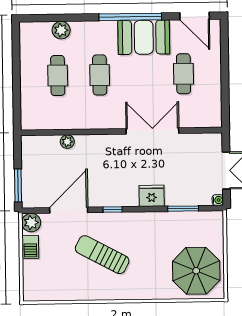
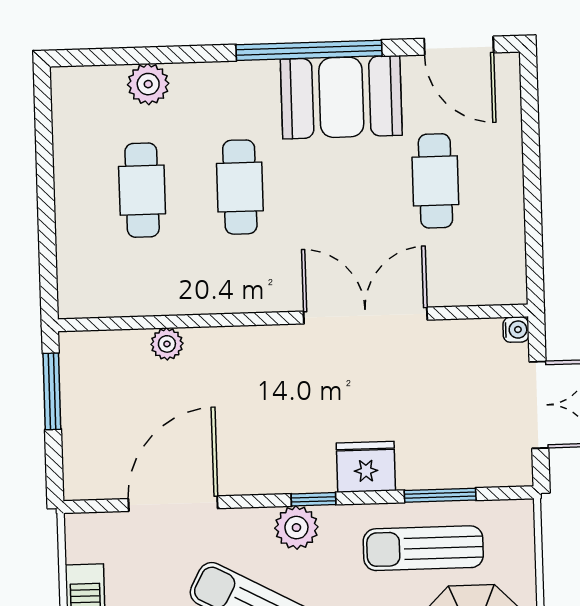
window: (18, 185) -> (52, 391), moved
water cooler: (218, 200) -> (516, 330), moved
window: (113, 210) -> (314, 499), moved
plant: (31, 223) -> (296, 528), moved
sun lounger: (176, 231) -> (423, 548), added

